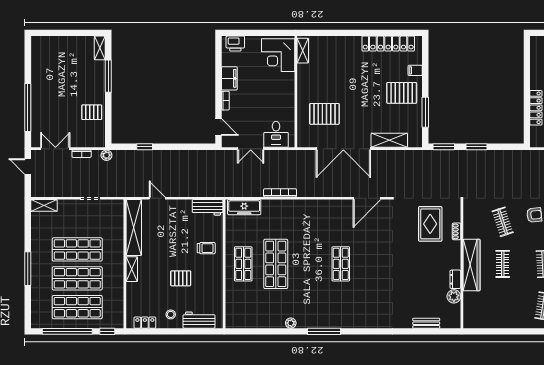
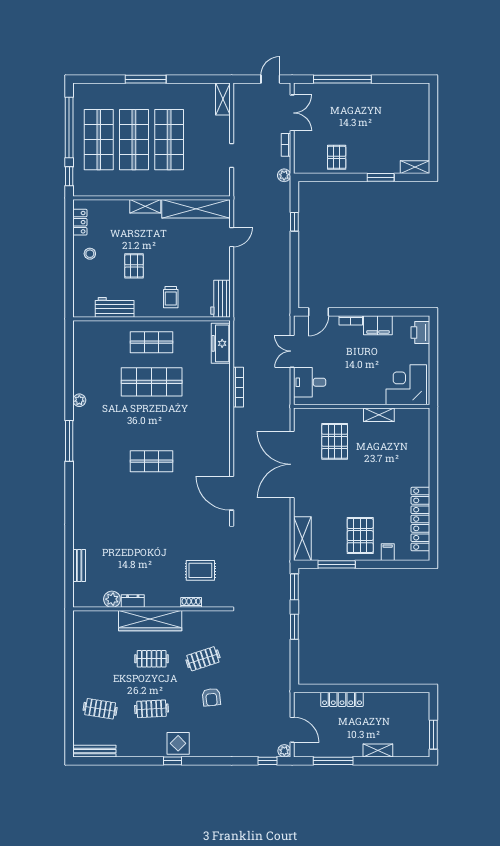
shelving: (303, 51) -> (379, 415), moved
window: (108, 76) -> (381, 177), width x0.69
shelving: (389, 140) -> (302, 539), moved
rug: (430, 224) -> (200, 570), width x0.73, depth x0.70
workbench: (199, 320) -> (115, 307), moved, turned -90

